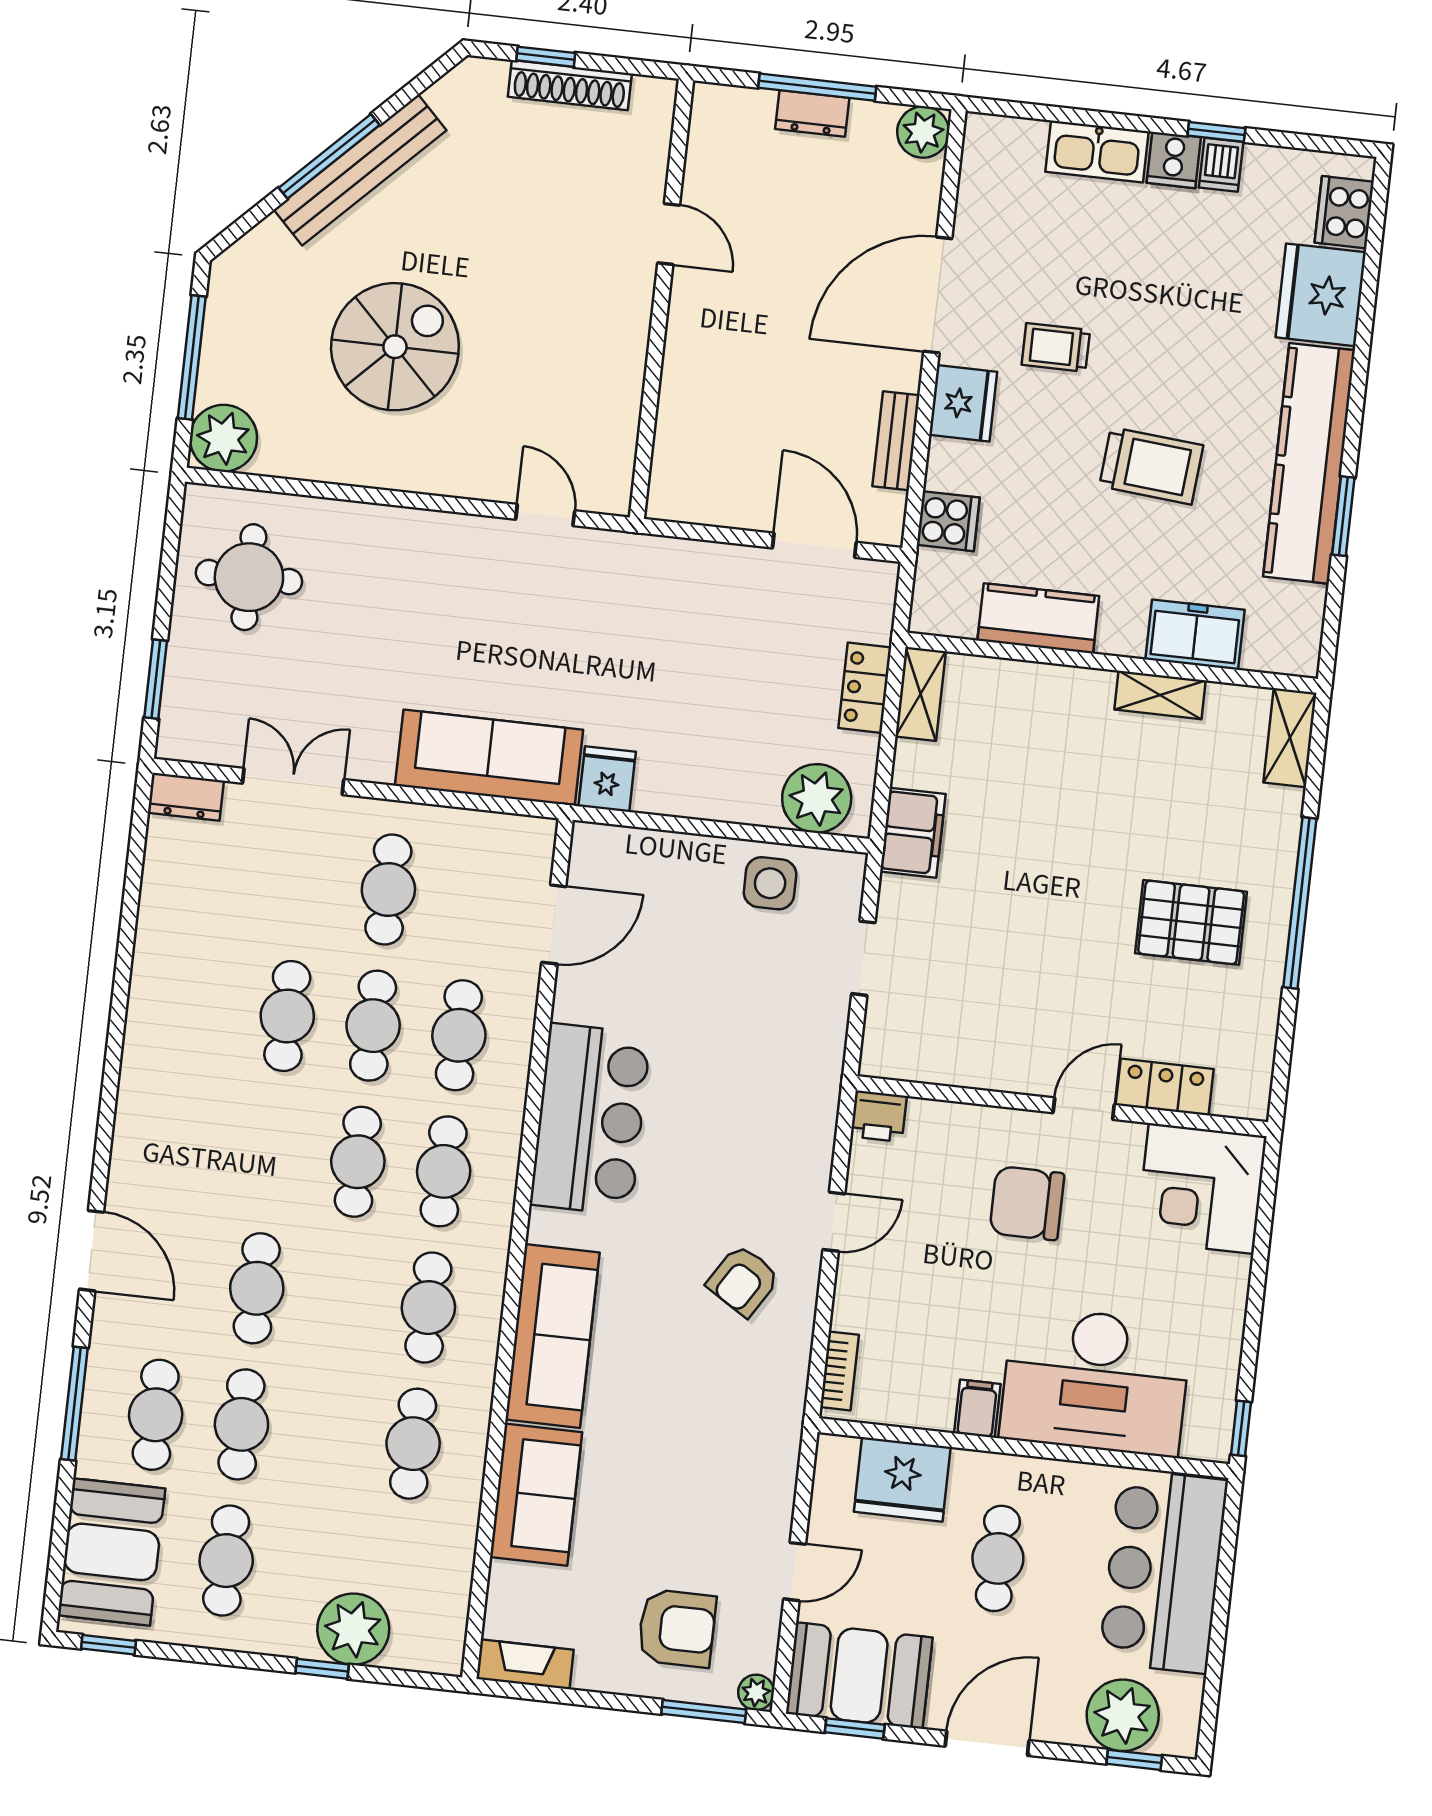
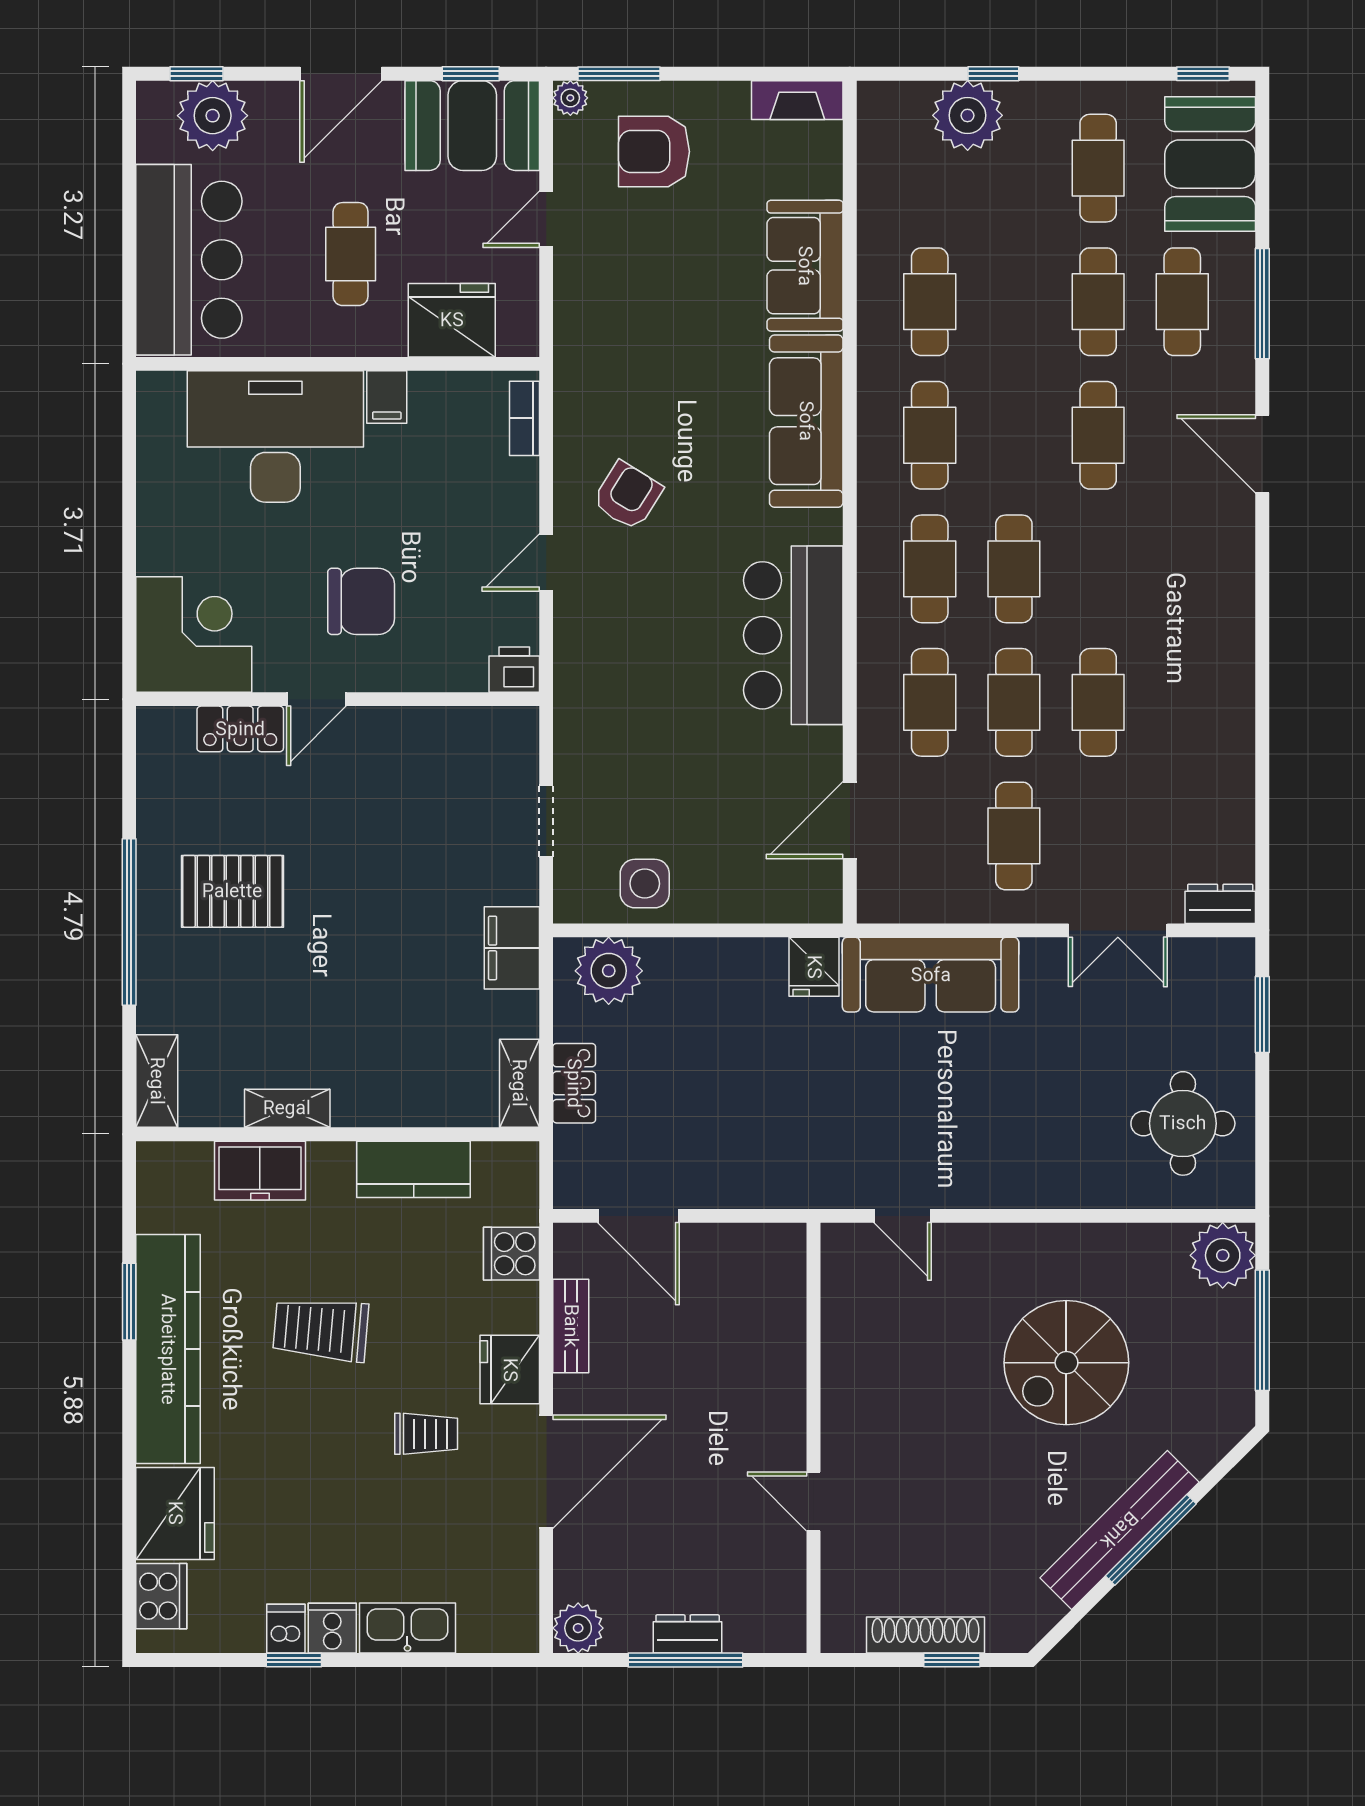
window: (1241, 1428) -> (129, 407), removed

